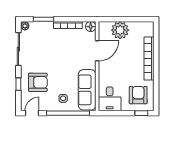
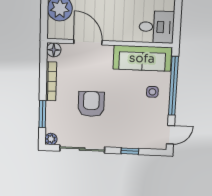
armchair: (38, 82) -> (91, 104), moved
door: (32, 113) -> (171, 135), swing flipped

